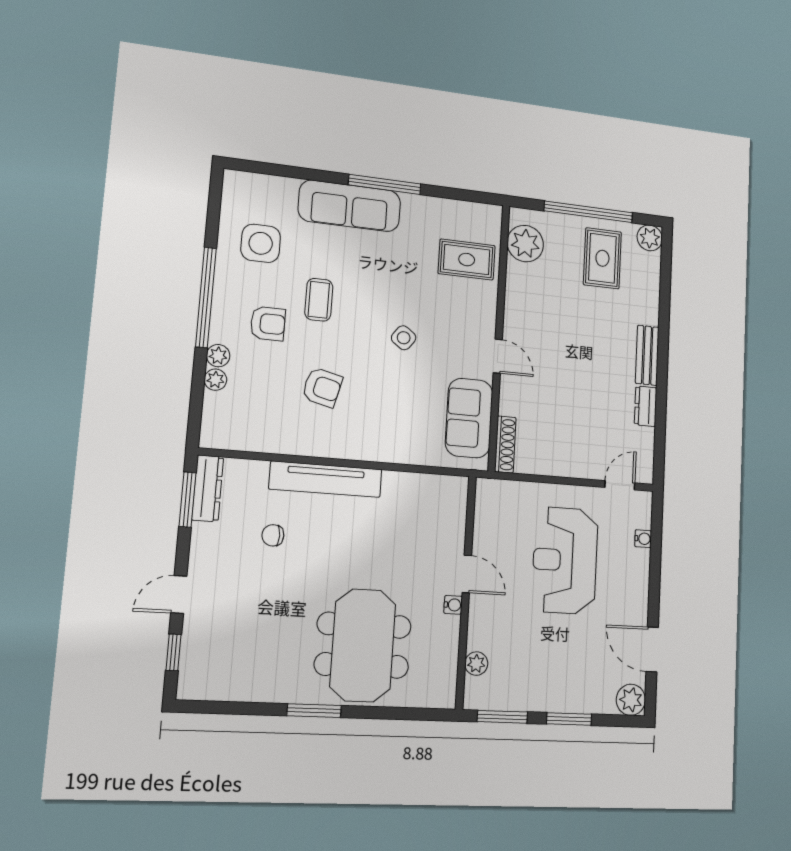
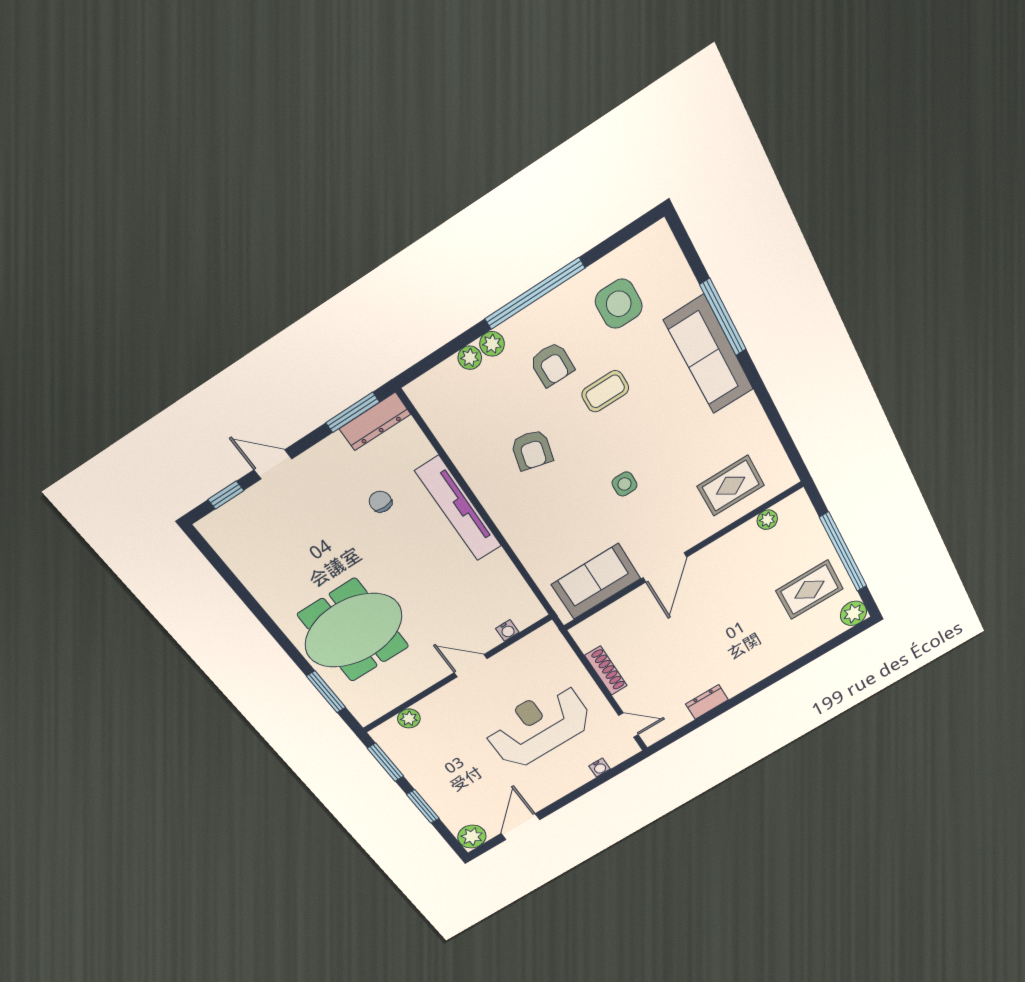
window: (385, 184) -> (723, 317), moved
plant: (525, 244) -> (767, 520), width x0.53, depth x0.53
rug: (467, 260) -> (731, 486), turned 90
side table: (404, 338) -> (625, 484), turned -37
bench: (647, 355) -> (750, 676), removed
door: (498, 356) -> (665, 567), width x1.38
shoe rack: (505, 445) -> (606, 671), moved, turned -90
door: (467, 574) -> (471, 666), swing flipped
water cooler: (453, 605) -> (507, 630), moved
window: (314, 711) -> (326, 692), moved

